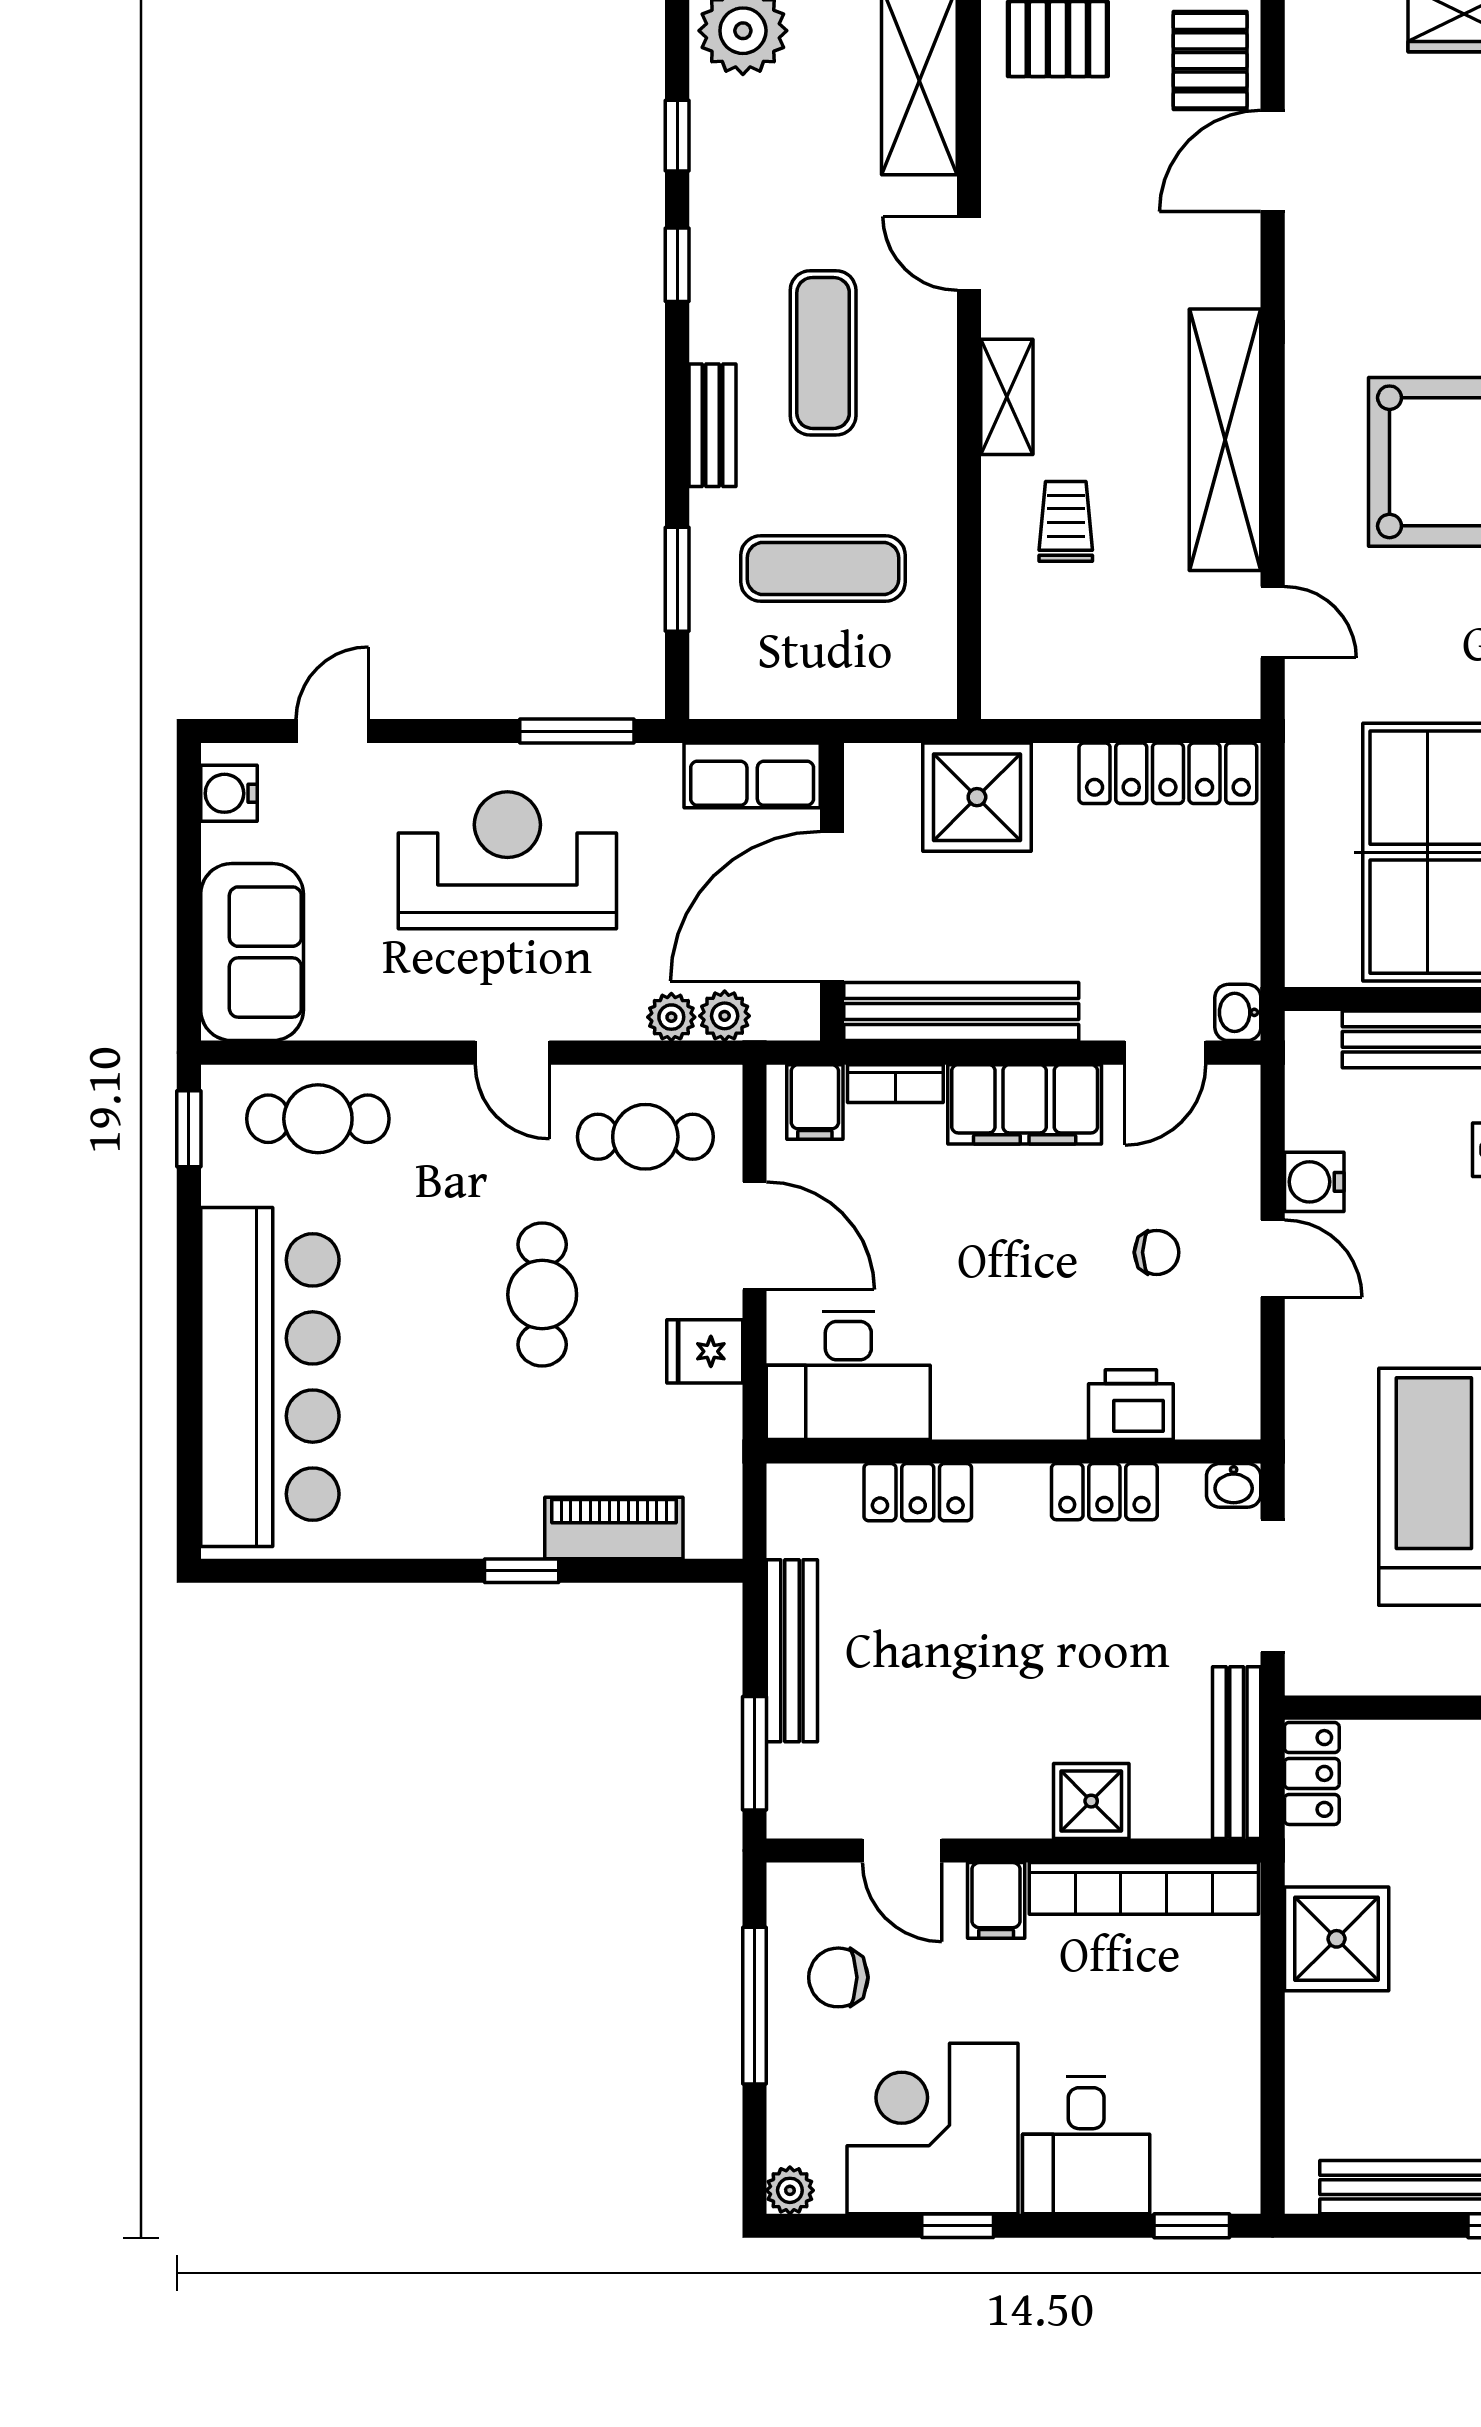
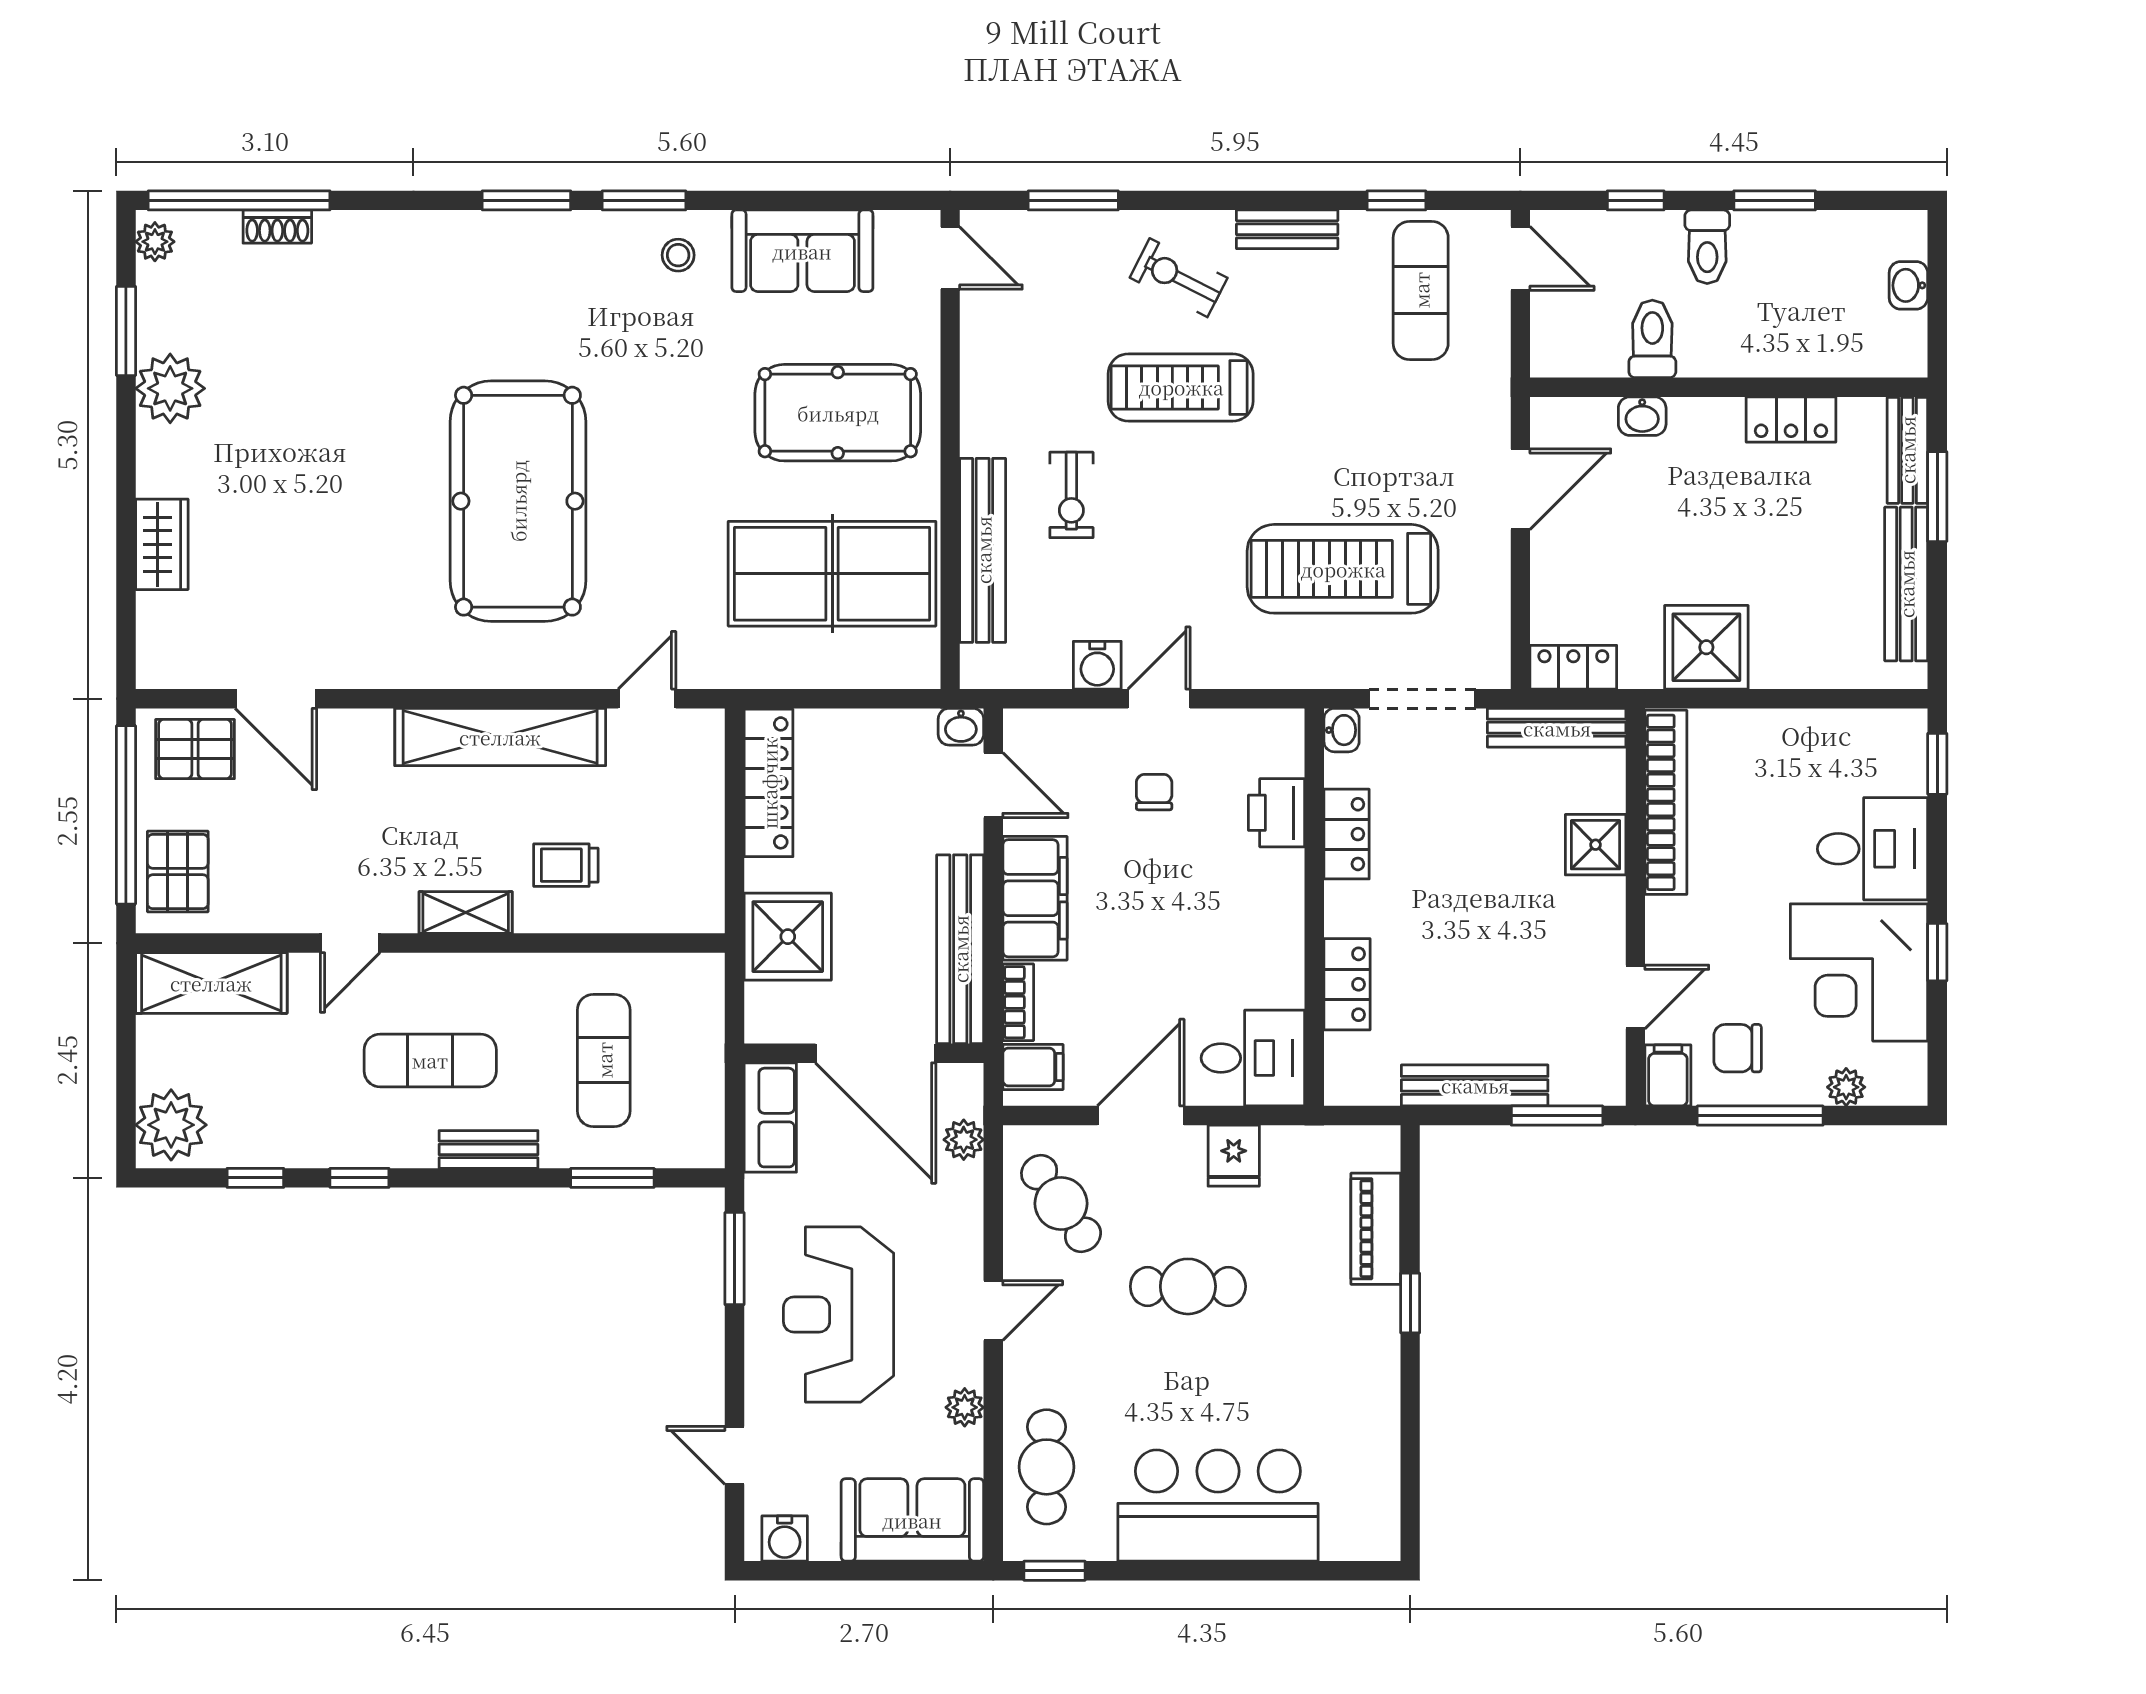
plant: (671, 1017) -> (965, 1407), moved
cafe table: (645, 1137) -> (1061, 1203), turned -35
desk: (848, 1375) -> (1253, 1058), width x0.73
bar counter: (270, 1377) -> (1218, 1506), width x0.73
filing cabinet: (996, 1900) -> (1668, 1075), moved, turned -90
chair: (838, 1977) -> (1738, 1048), turned 90
plant: (790, 2190) -> (1846, 1087), moved

